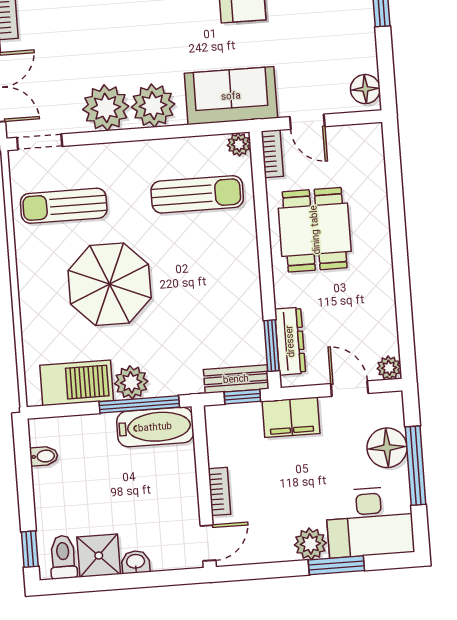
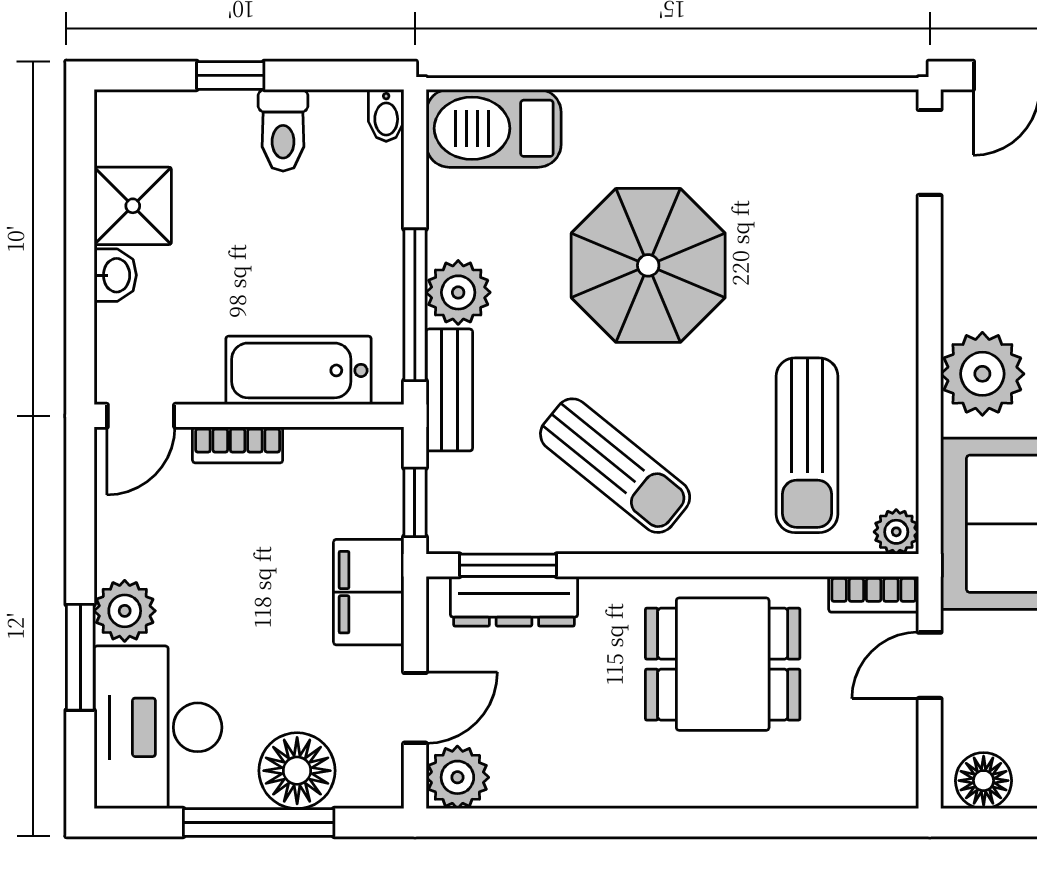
plant: (106, 108) -> (985, 283), removed
sun lounger: (64, 206) -> (615, 466), moved, turned 129
plant: (389, 368) -> (457, 777), width x1.38, depth x1.38
bench: (236, 379) -> (449, 390), moved
barbecue: (77, 383) -> (494, 128), moved, turned 90
bathtub: (155, 427) -> (298, 370), moved, turned 90
bidet: (44, 456) -> (386, 115), moved
door: (208, 543) -> (141, 416), hinge flipped
window: (30, 549) -> (230, 75), moved
toilet: (63, 557) -> (283, 130), moved, turned 90

